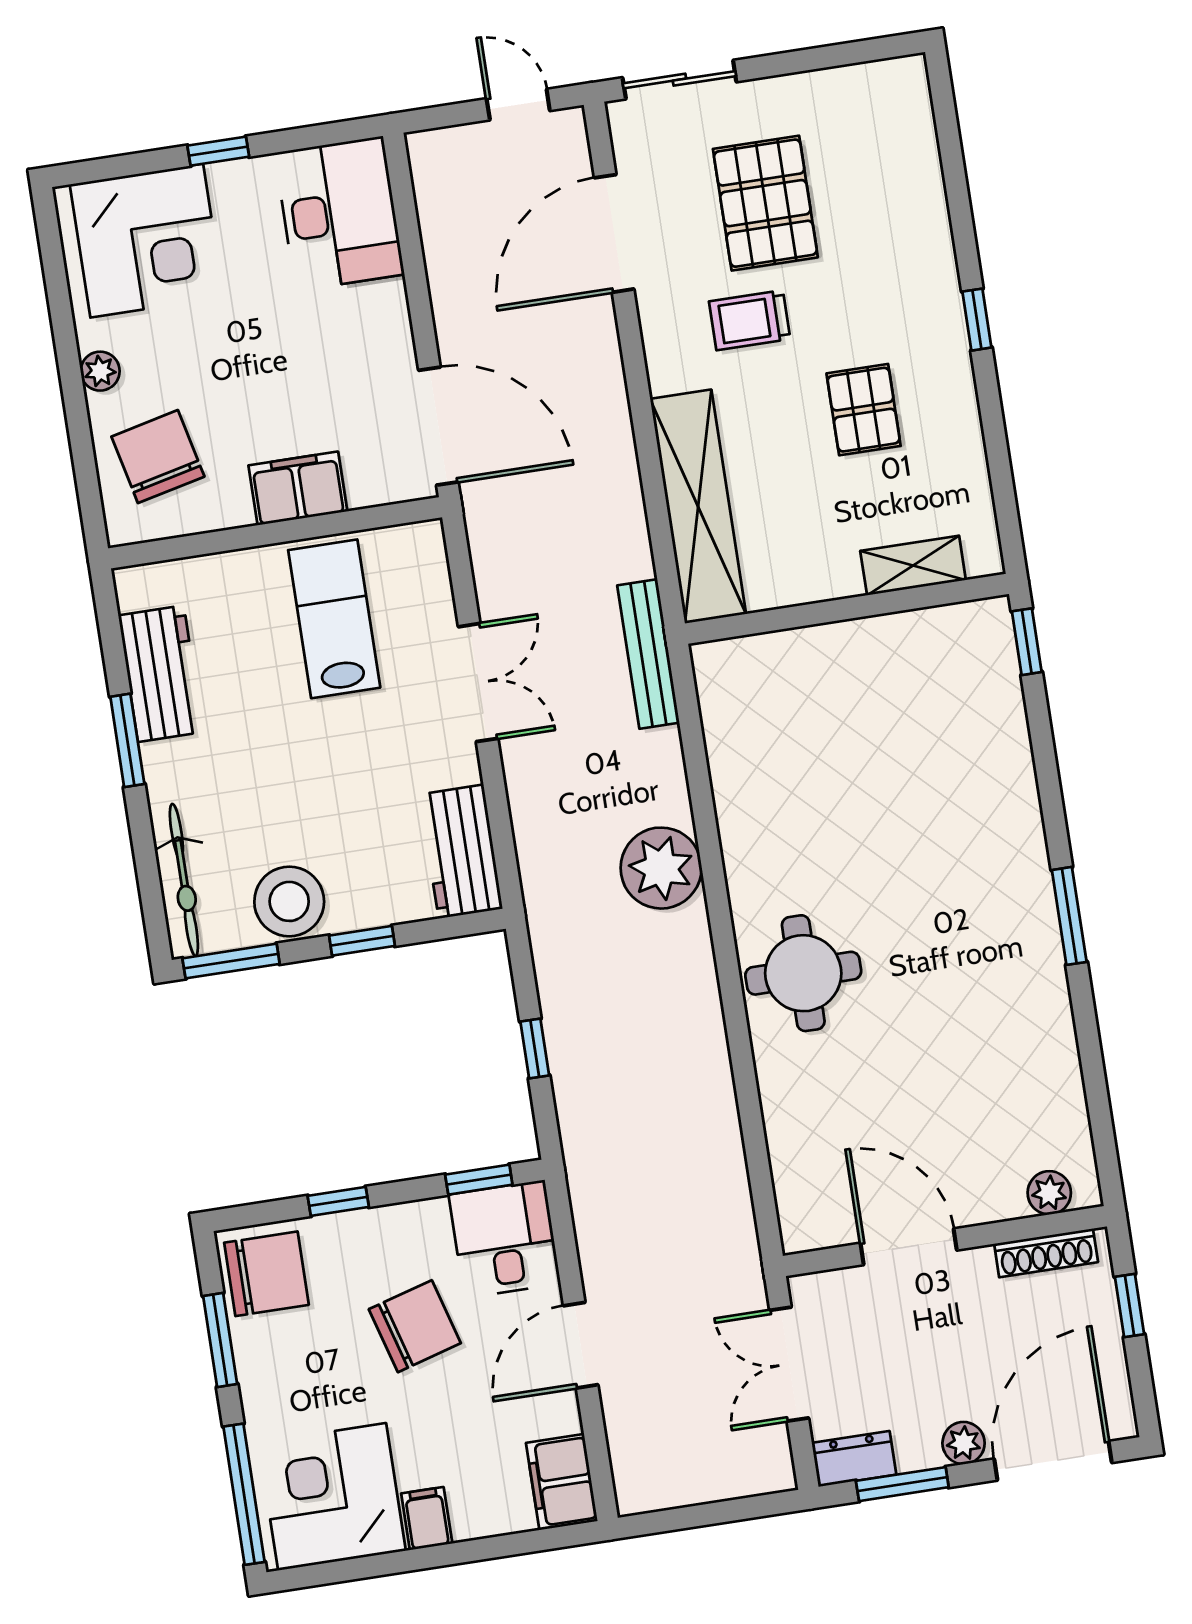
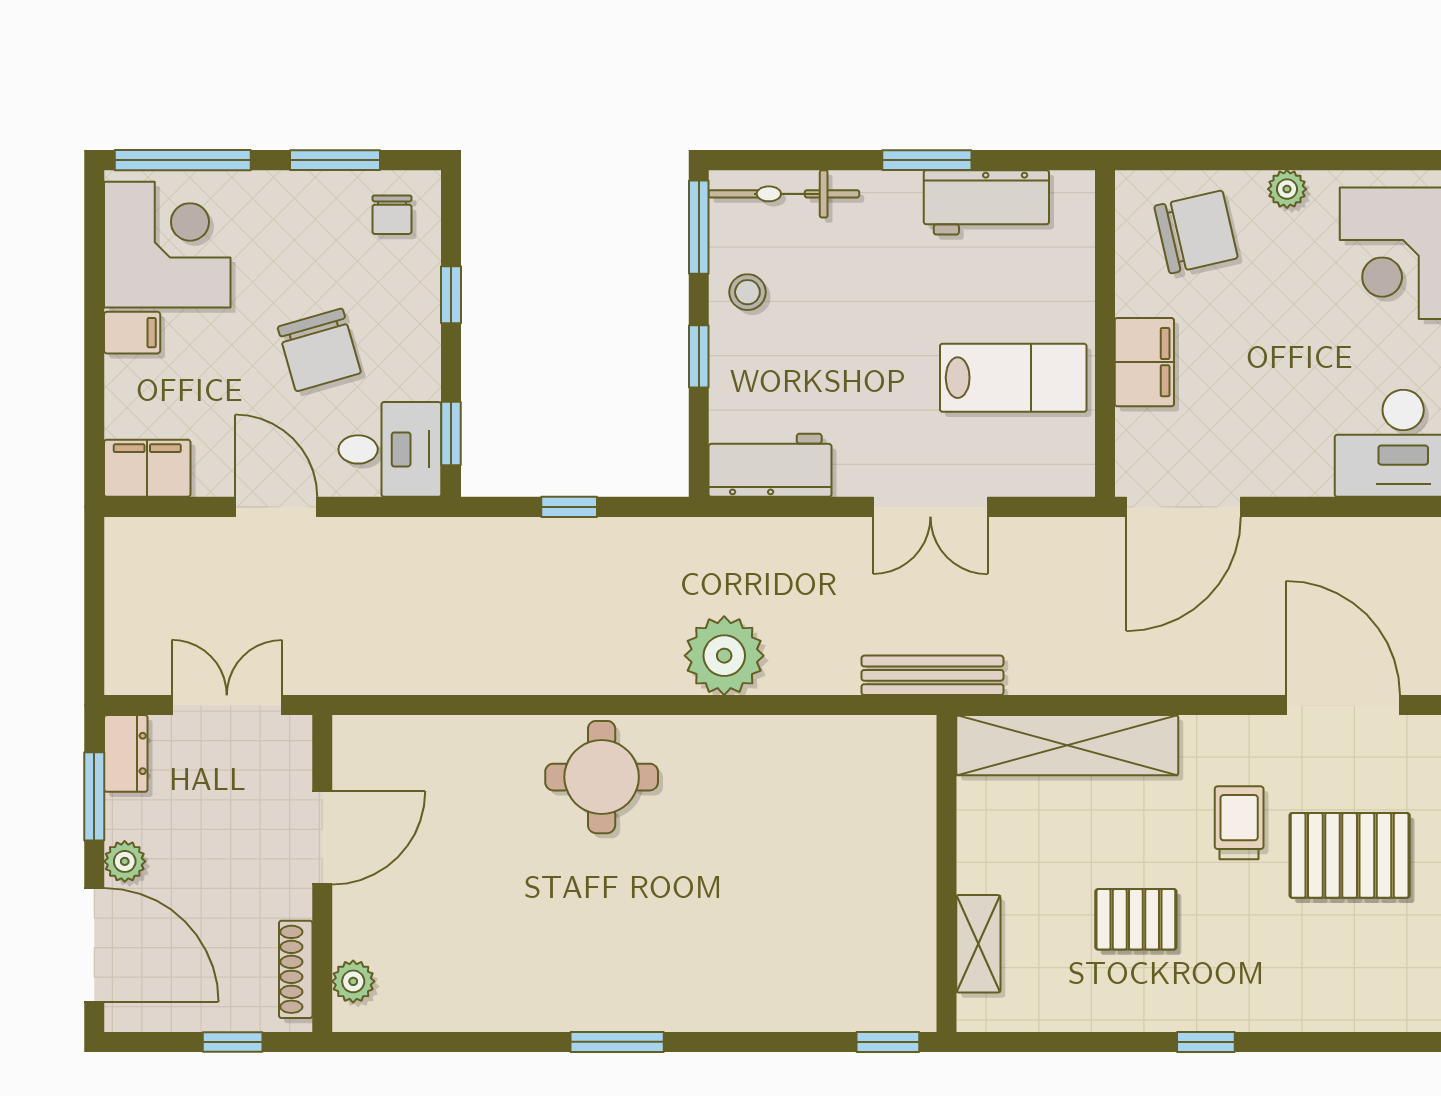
stool: (289, 901) -> (747, 292), width x0.53, depth x0.53
chair: (266, 1274) -> (392, 215), width x0.54, depth x0.54

